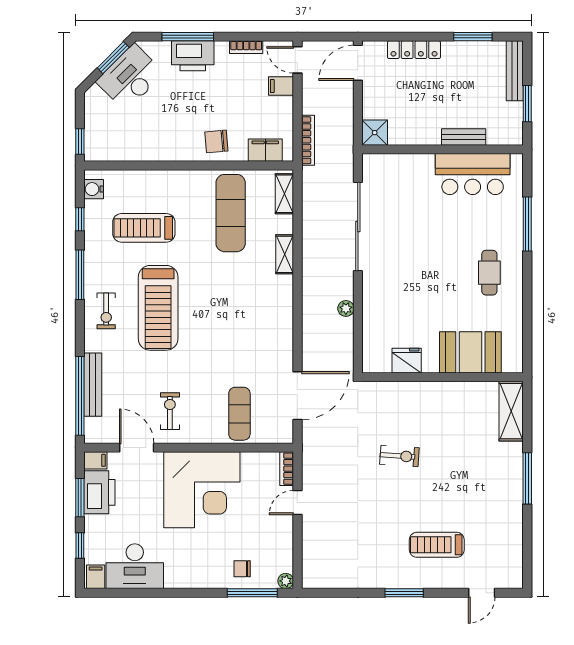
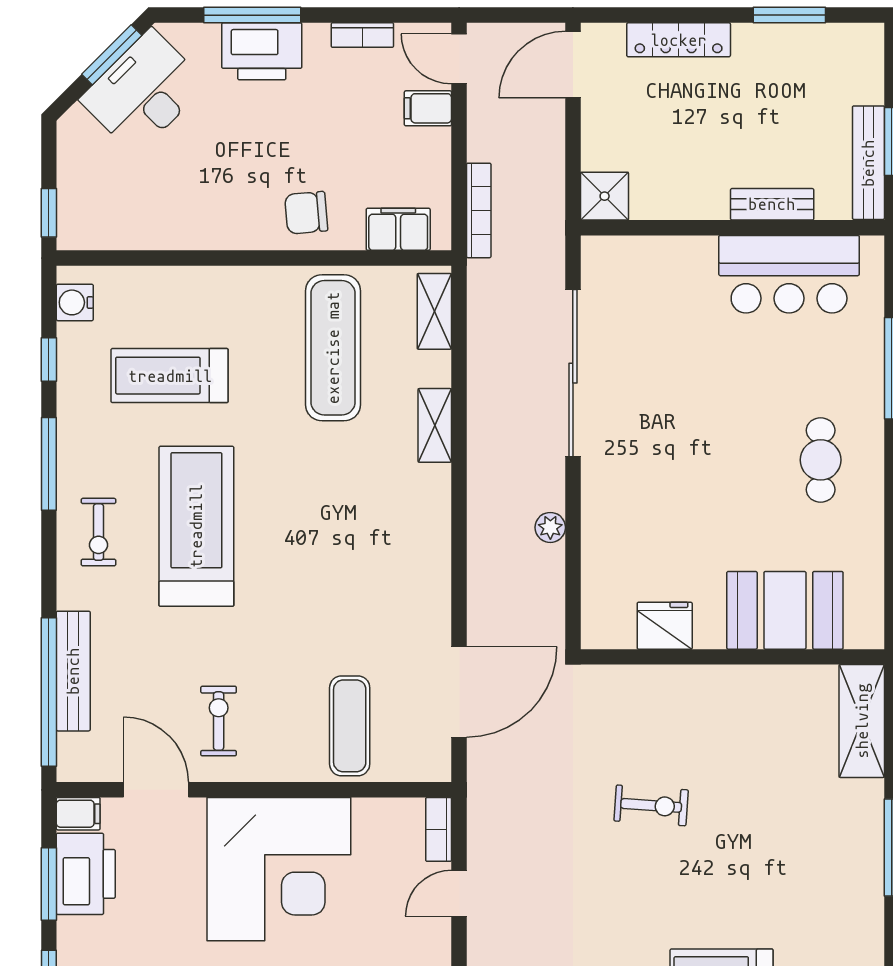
bench: (515, 71) -> (868, 163), moved
treadmill: (158, 308) -> (196, 526), turned 180

